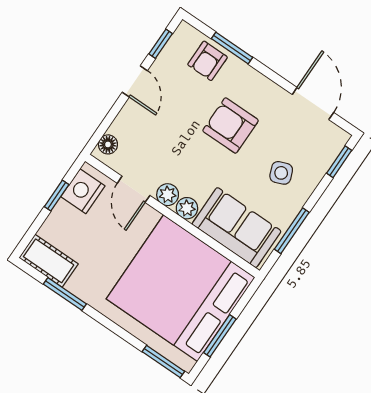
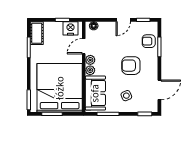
armchair: (231, 126) -> (131, 66), turned -90

